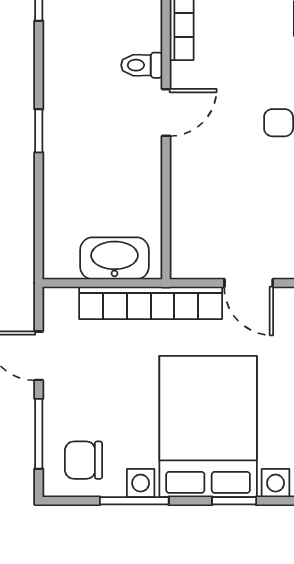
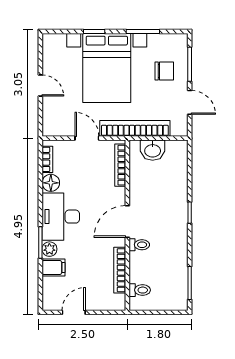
door: (166, 113) -> (127, 222), width x1.38
bookcase: (181, 228) -> (120, 165), added
washbasin: (114, 258) -> (153, 150), width x0.72
chair: (84, 460) -> (164, 71), moved

